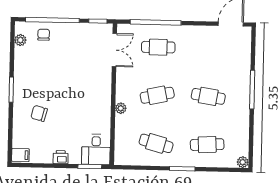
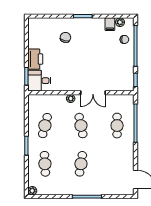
double door: (114, 50) -> (93, 93), moved
filing cabinet: (20, 155) -> (110, 24), moved
printer: (61, 157) -> (35, 59), width x1.87, depth x1.48

